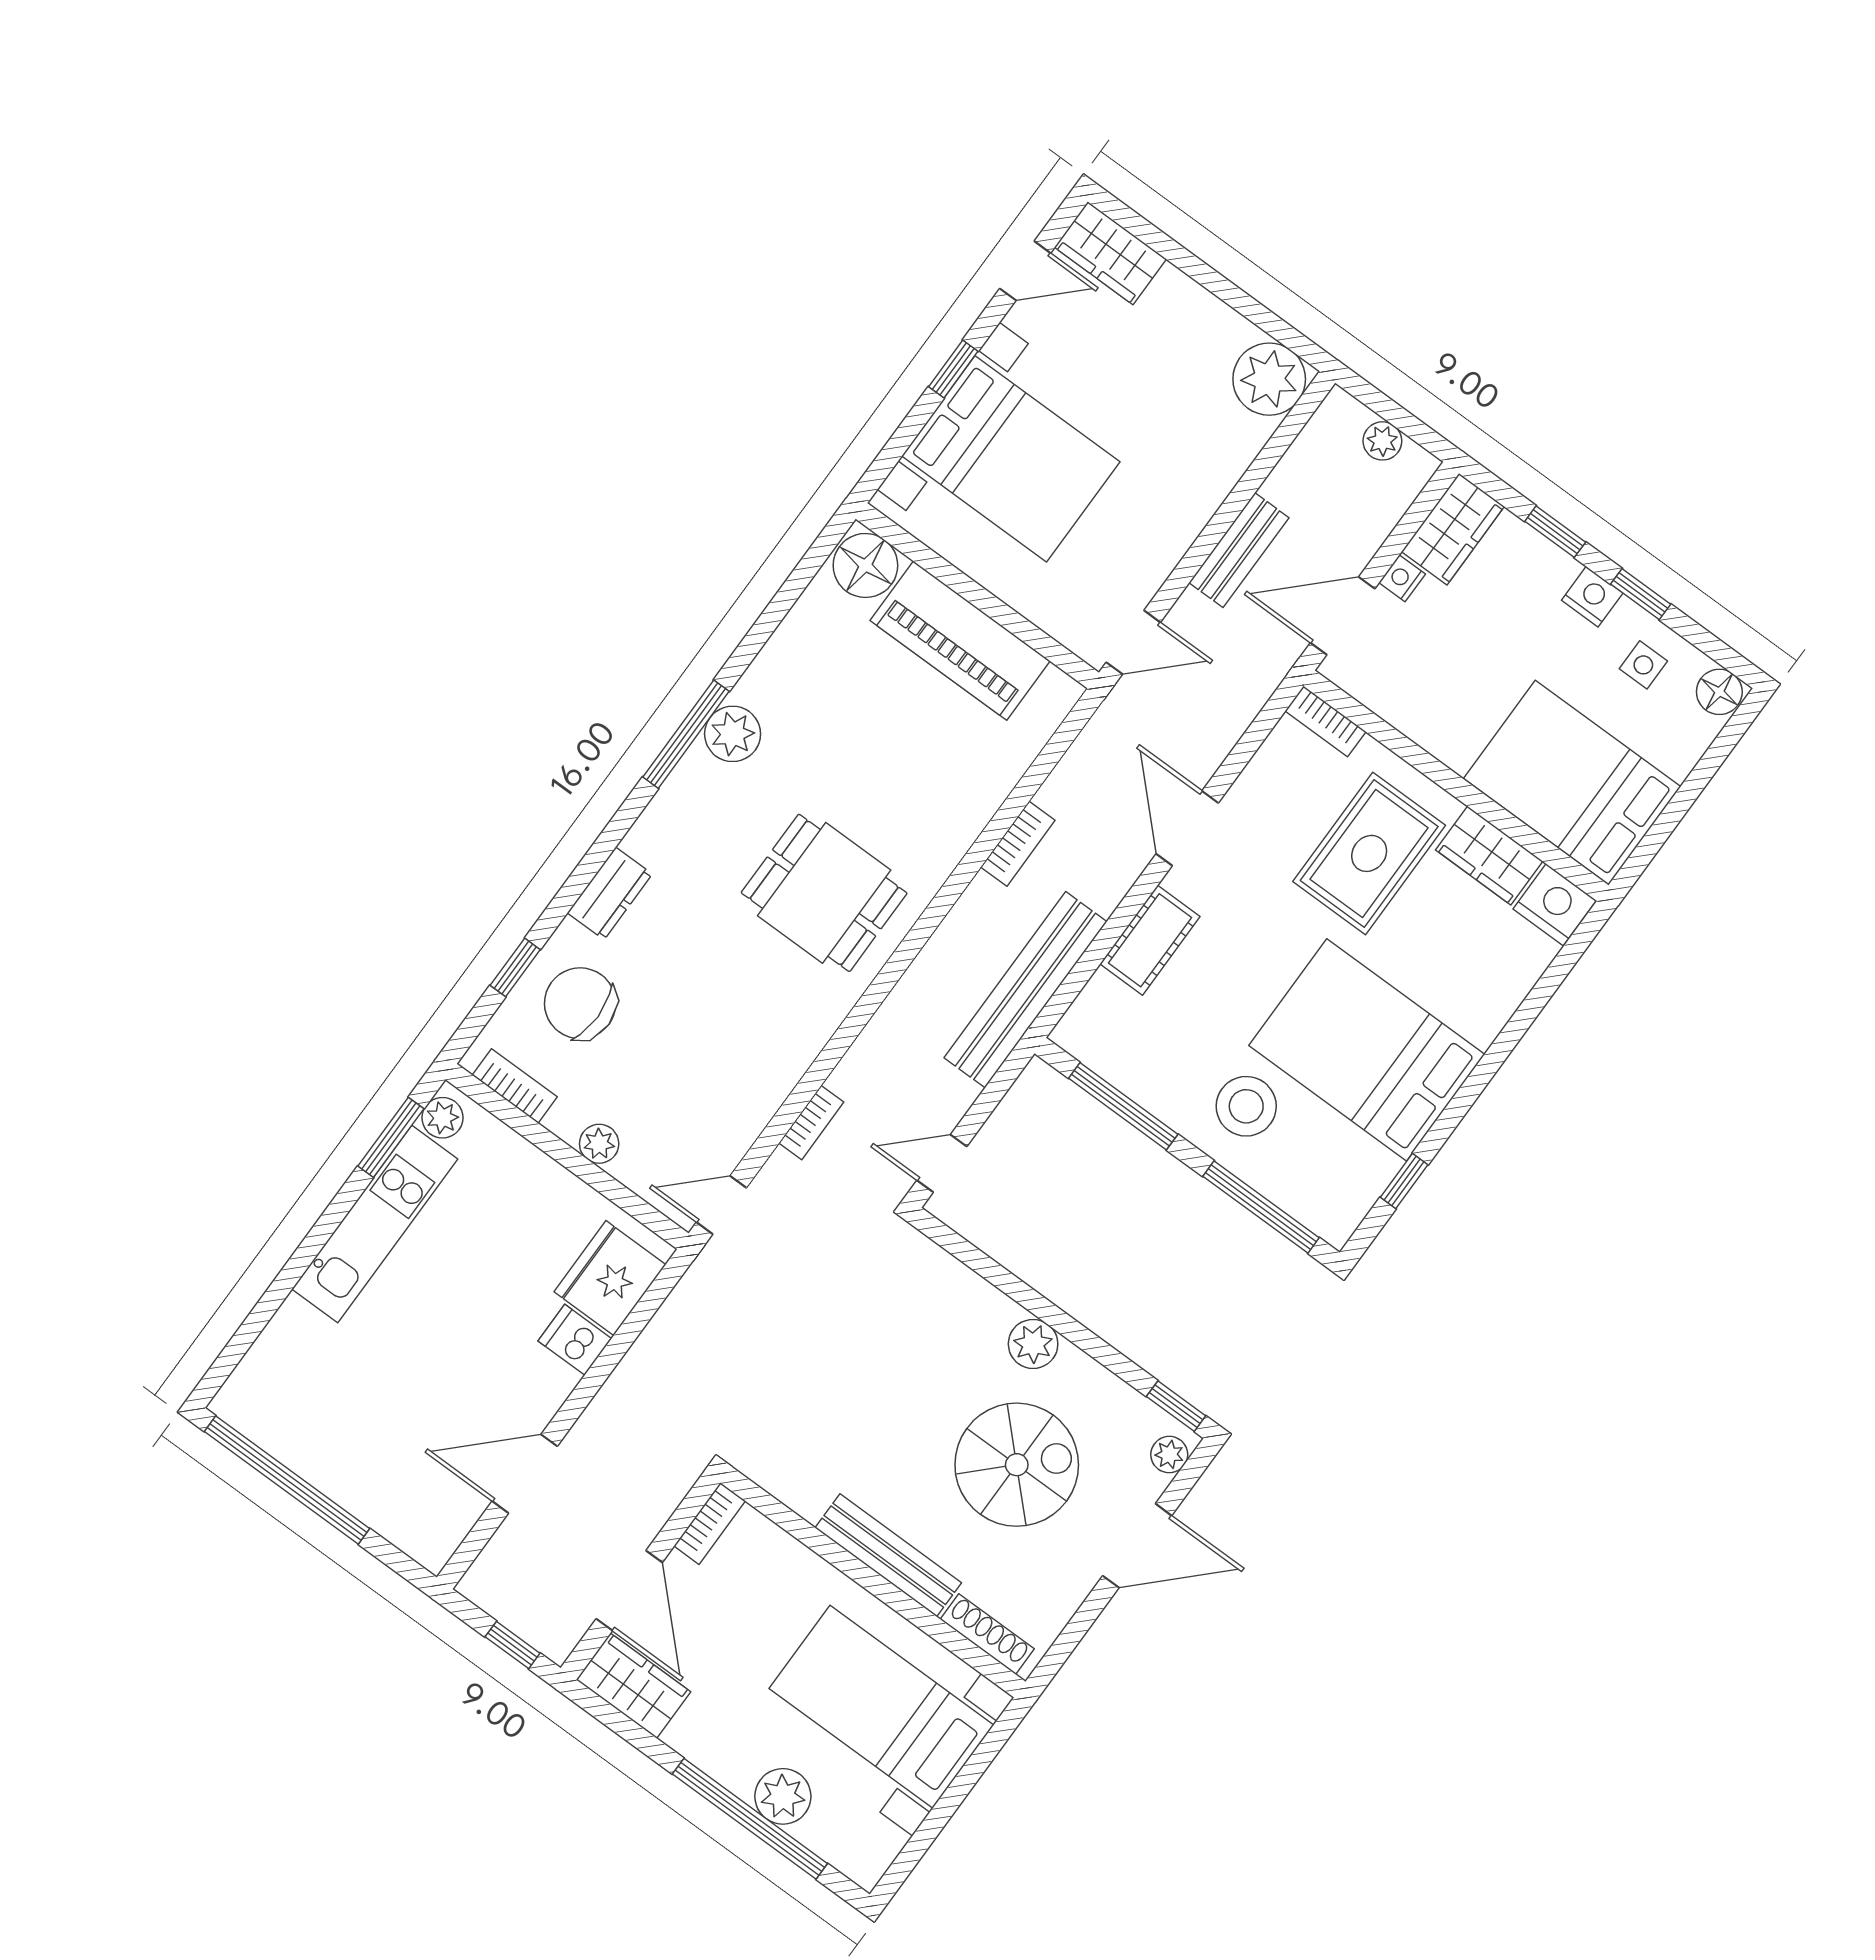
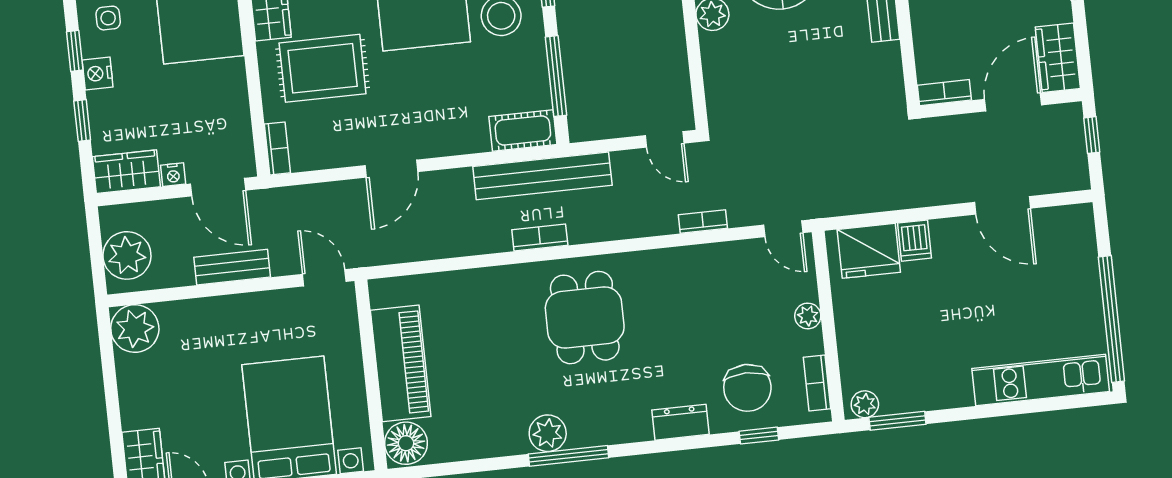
plant: (1382, 441) -> (127, 255), width x1.88, depth x1.88
bookcase: (1018, 844) -> (540, 238), moved
cot: (1150, 940) -> (523, 130), moved
kitchen unit: (375, 1224) -> (1041, 380), moved

